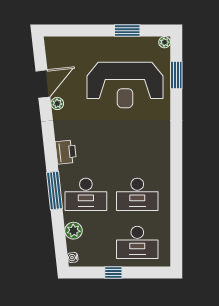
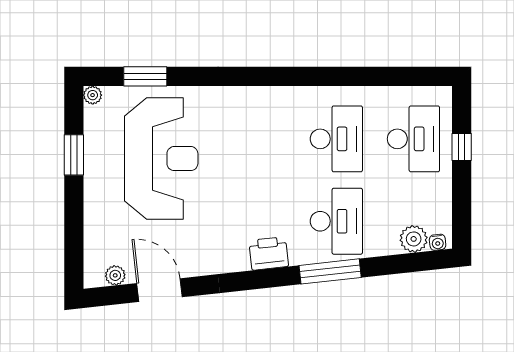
plant: (57, 103) -> (115, 275), moved
plant: (73, 231) -> (414, 239), moved
window: (113, 273) -> (462, 147), moved

